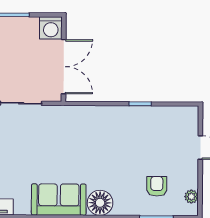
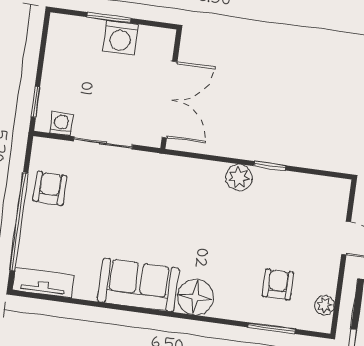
washing machine: (51, 28) -> (120, 38), moved
plant: (119, 115) -> (239, 177), added

